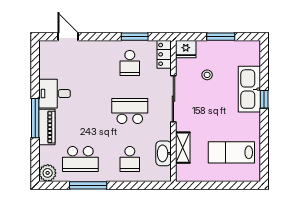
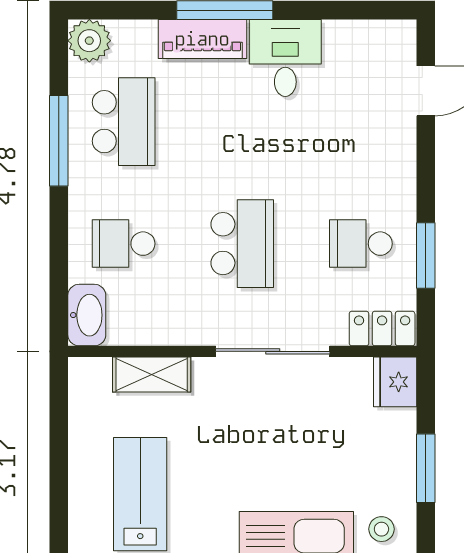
stool: (207, 75) -> (381, 529), moved
washbasin: (164, 153) -> (87, 315), moved, turned 90
school desk: (80, 159) -> (124, 122), turned 180

